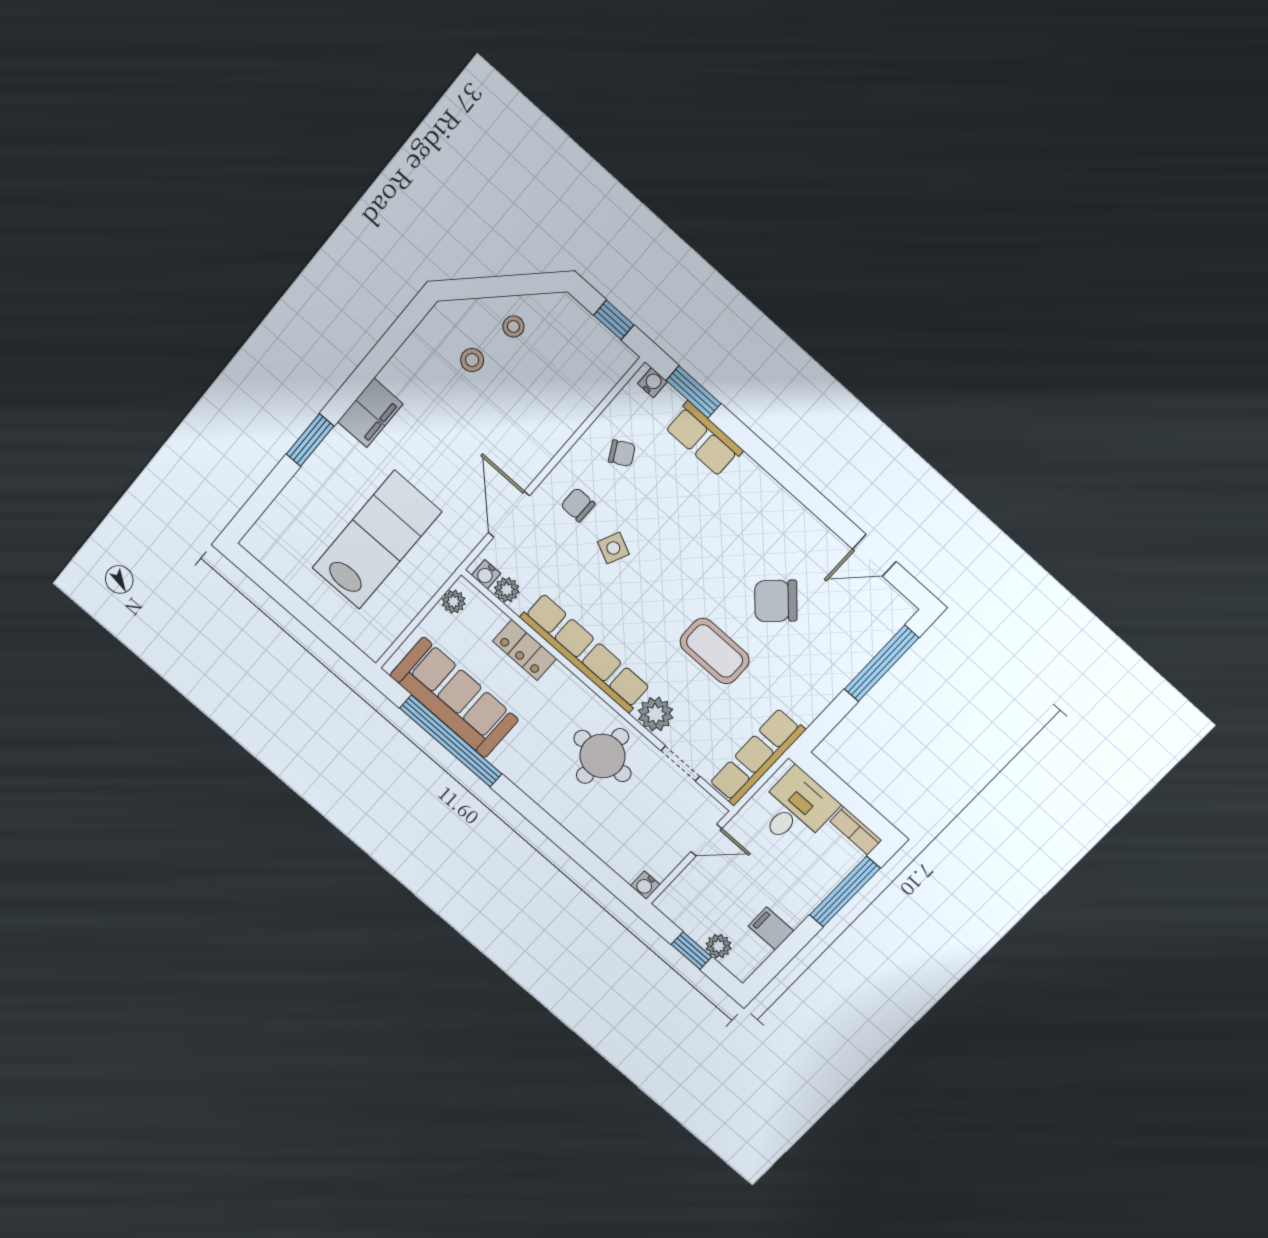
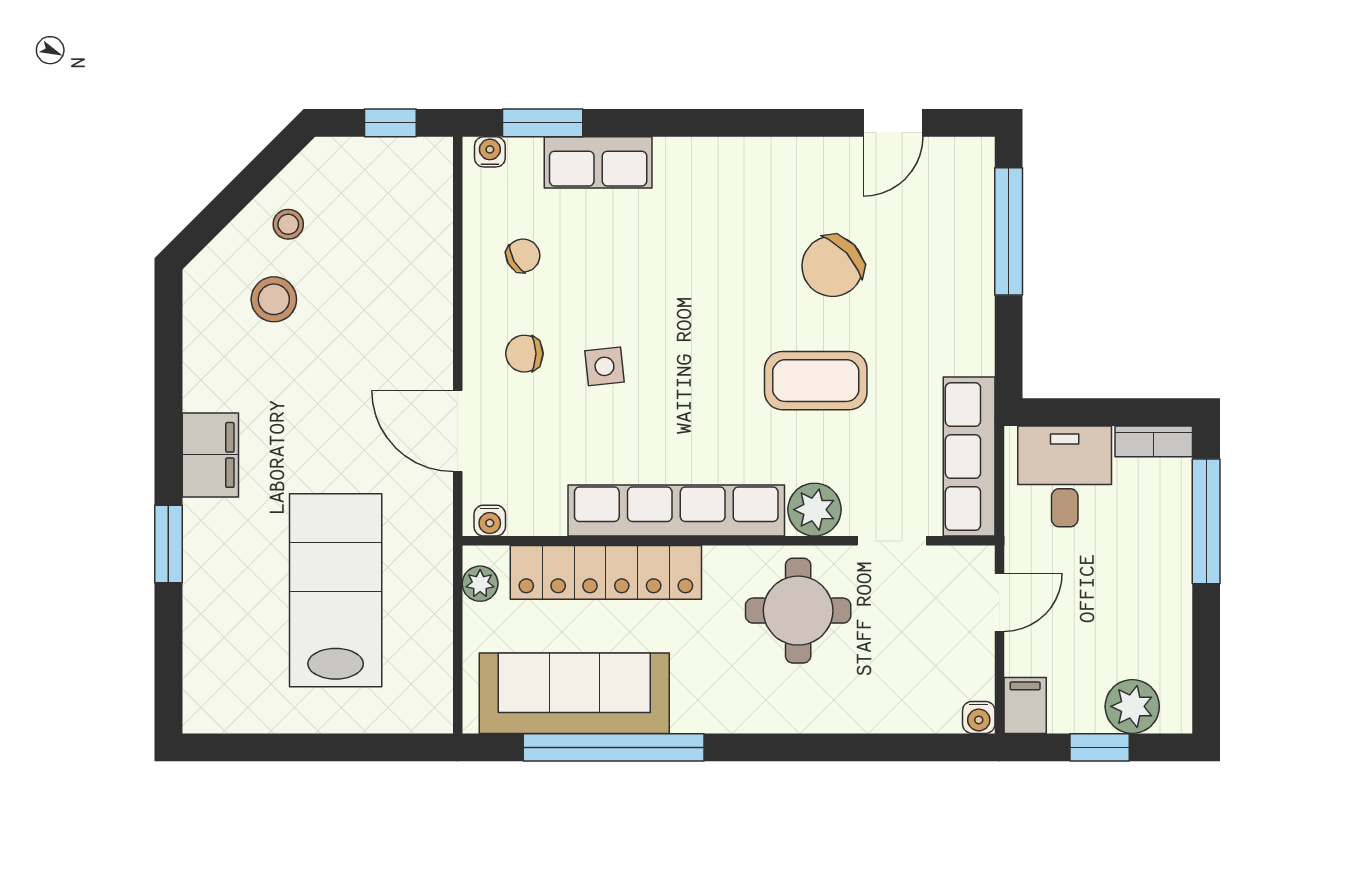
stool: (472, 360) -> (274, 299), width x1.37, depth x1.37
side table: (613, 548) -> (604, 366), turned -31
plant: (507, 590) -> (528, 517), removed
locker: (525, 650) -> (606, 572), width x2.16, depth x1.21
filing cabinet: (771, 928) -> (1025, 705), moved, turned 90
plant: (719, 946) -> (1132, 706), width x1.38, depth x1.38

